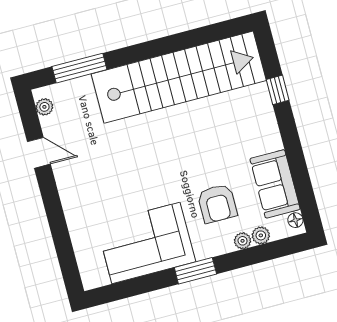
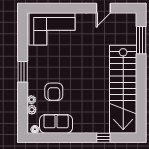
plant: (44, 107) -> (126, 17), removed
armchair: (217, 203) -> (54, 92), turned -90
corner sofa: (146, 243) -> (52, 29), moved, turned 90

